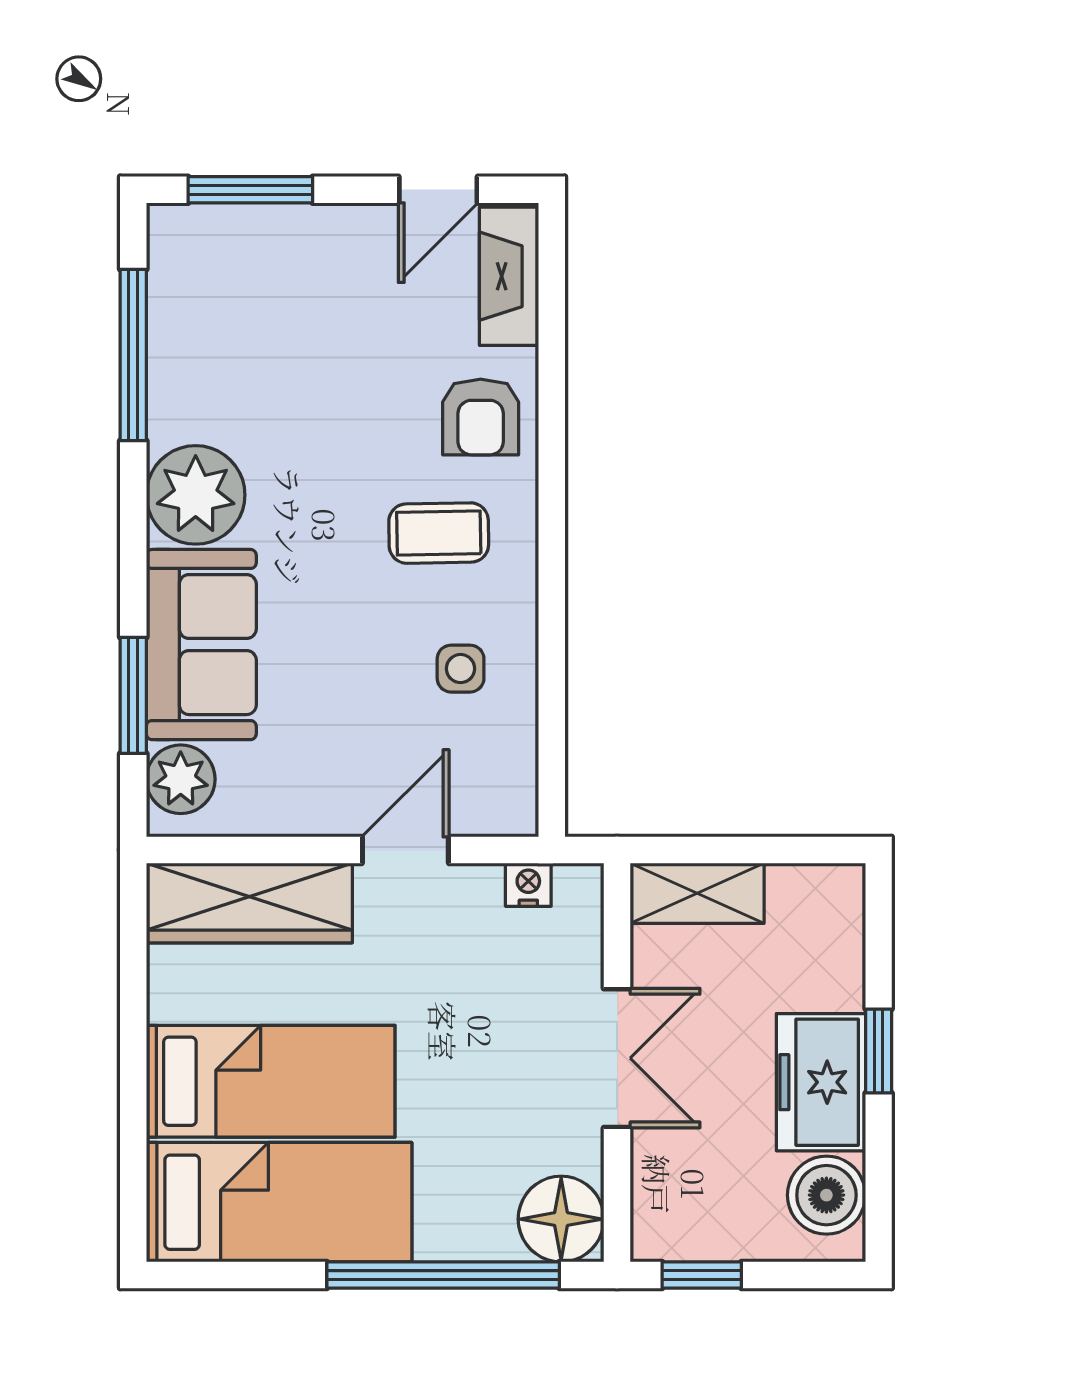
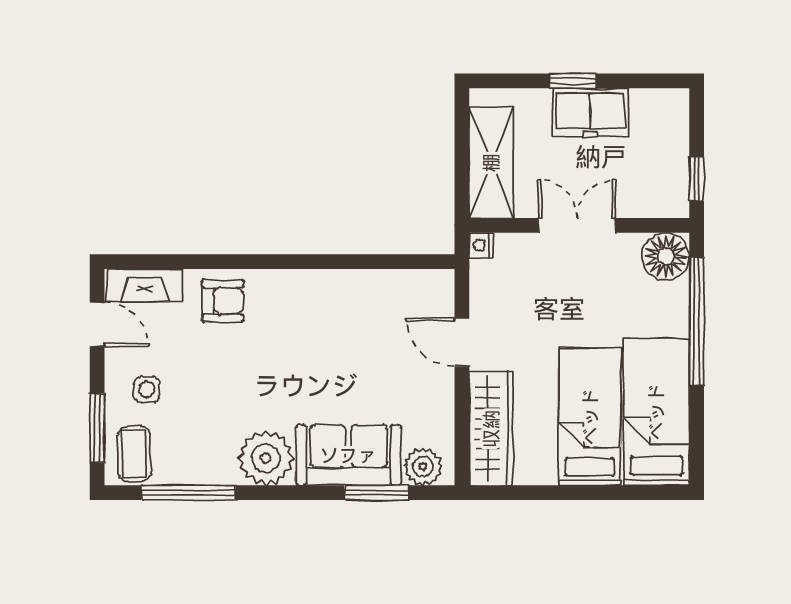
coffee table: (439, 533) -> (134, 454), moved
side table: (461, 669) -> (147, 389), moved
nightstand: (528, 885) -> (481, 245), moved
shelving: (697, 893) -> (491, 163), width x1.50, depth x1.33
boiler: (826, 1195) -> (653, 110), removed

